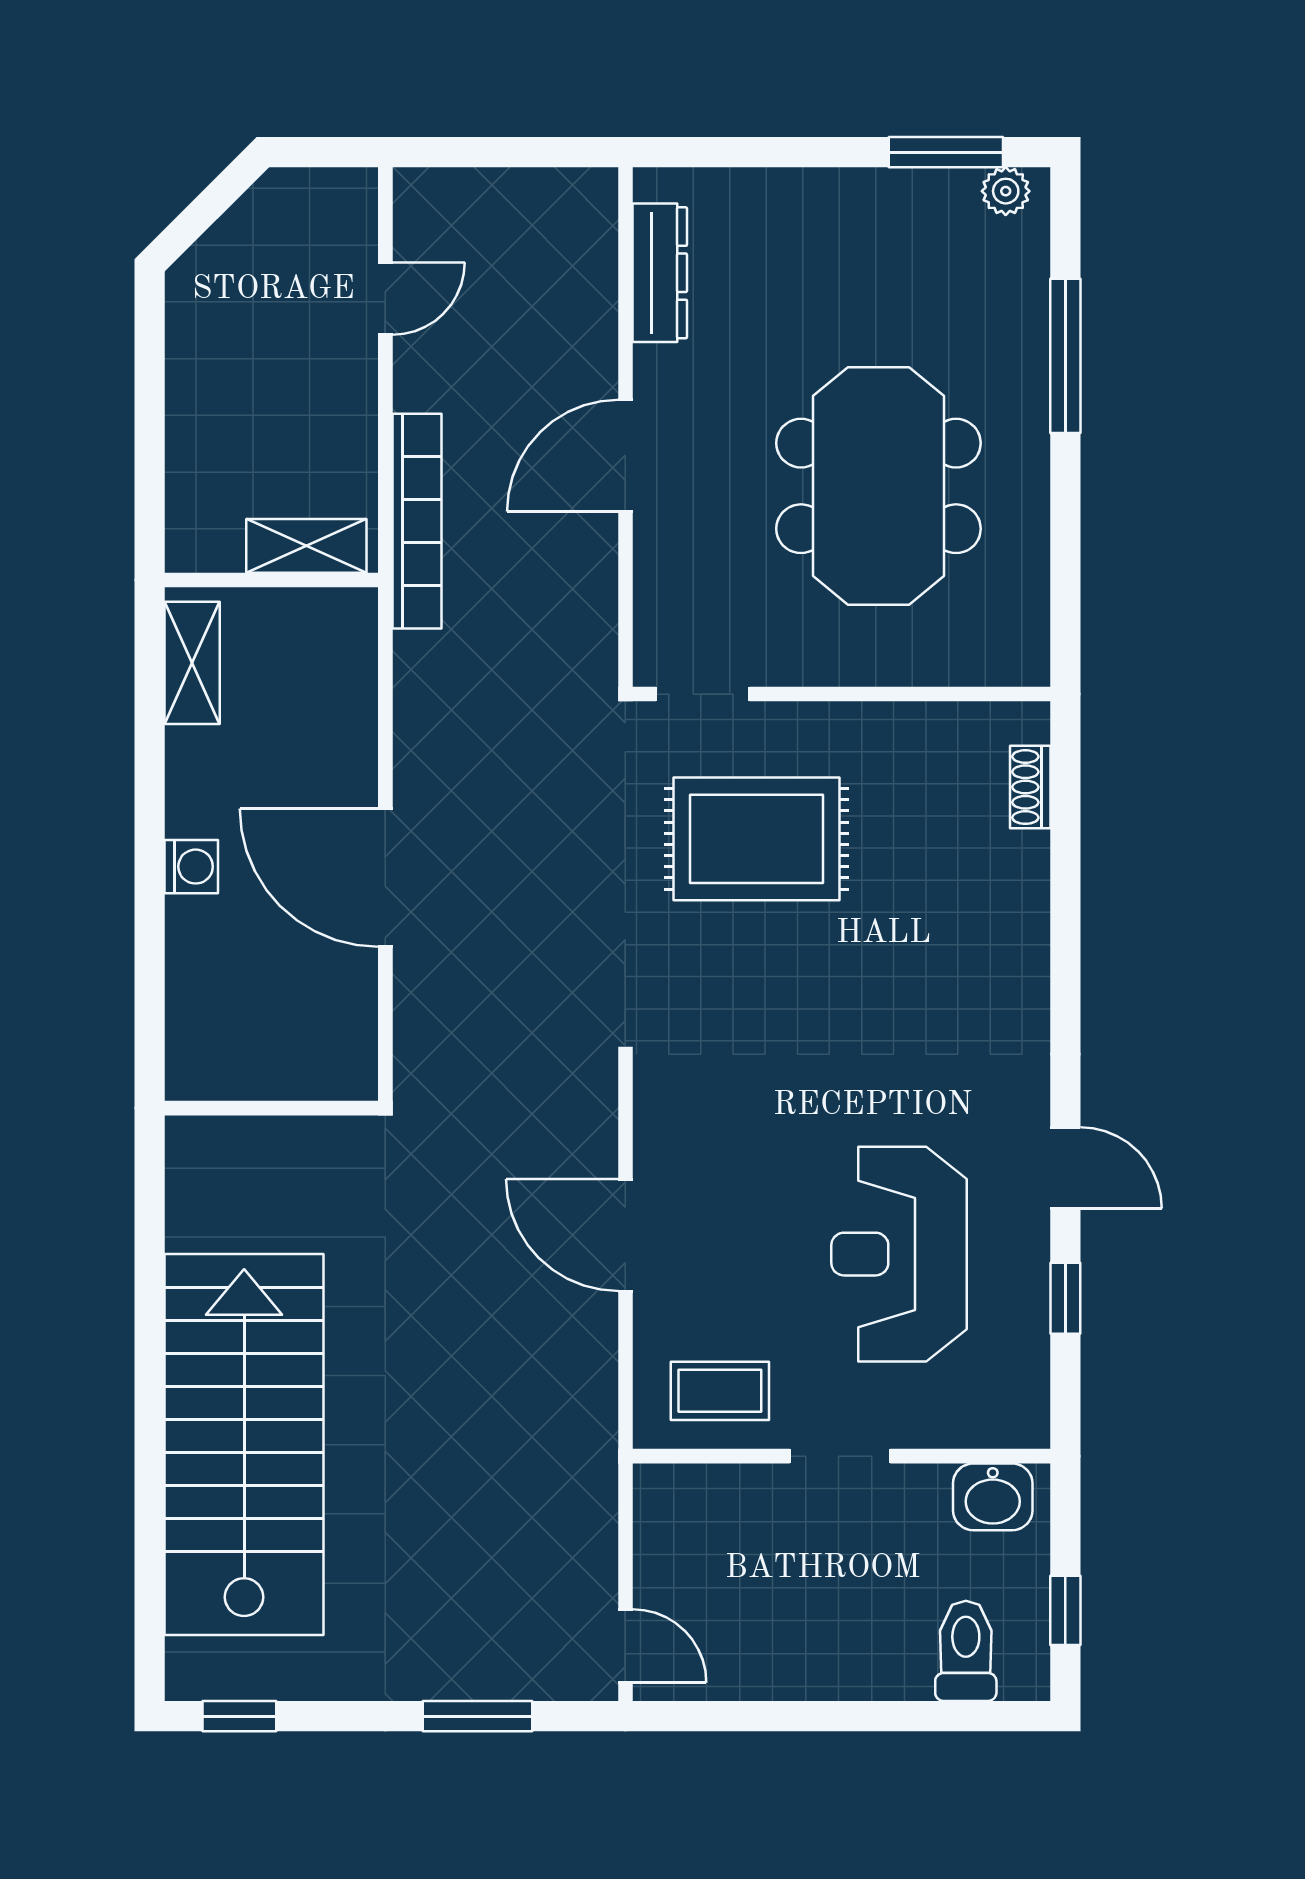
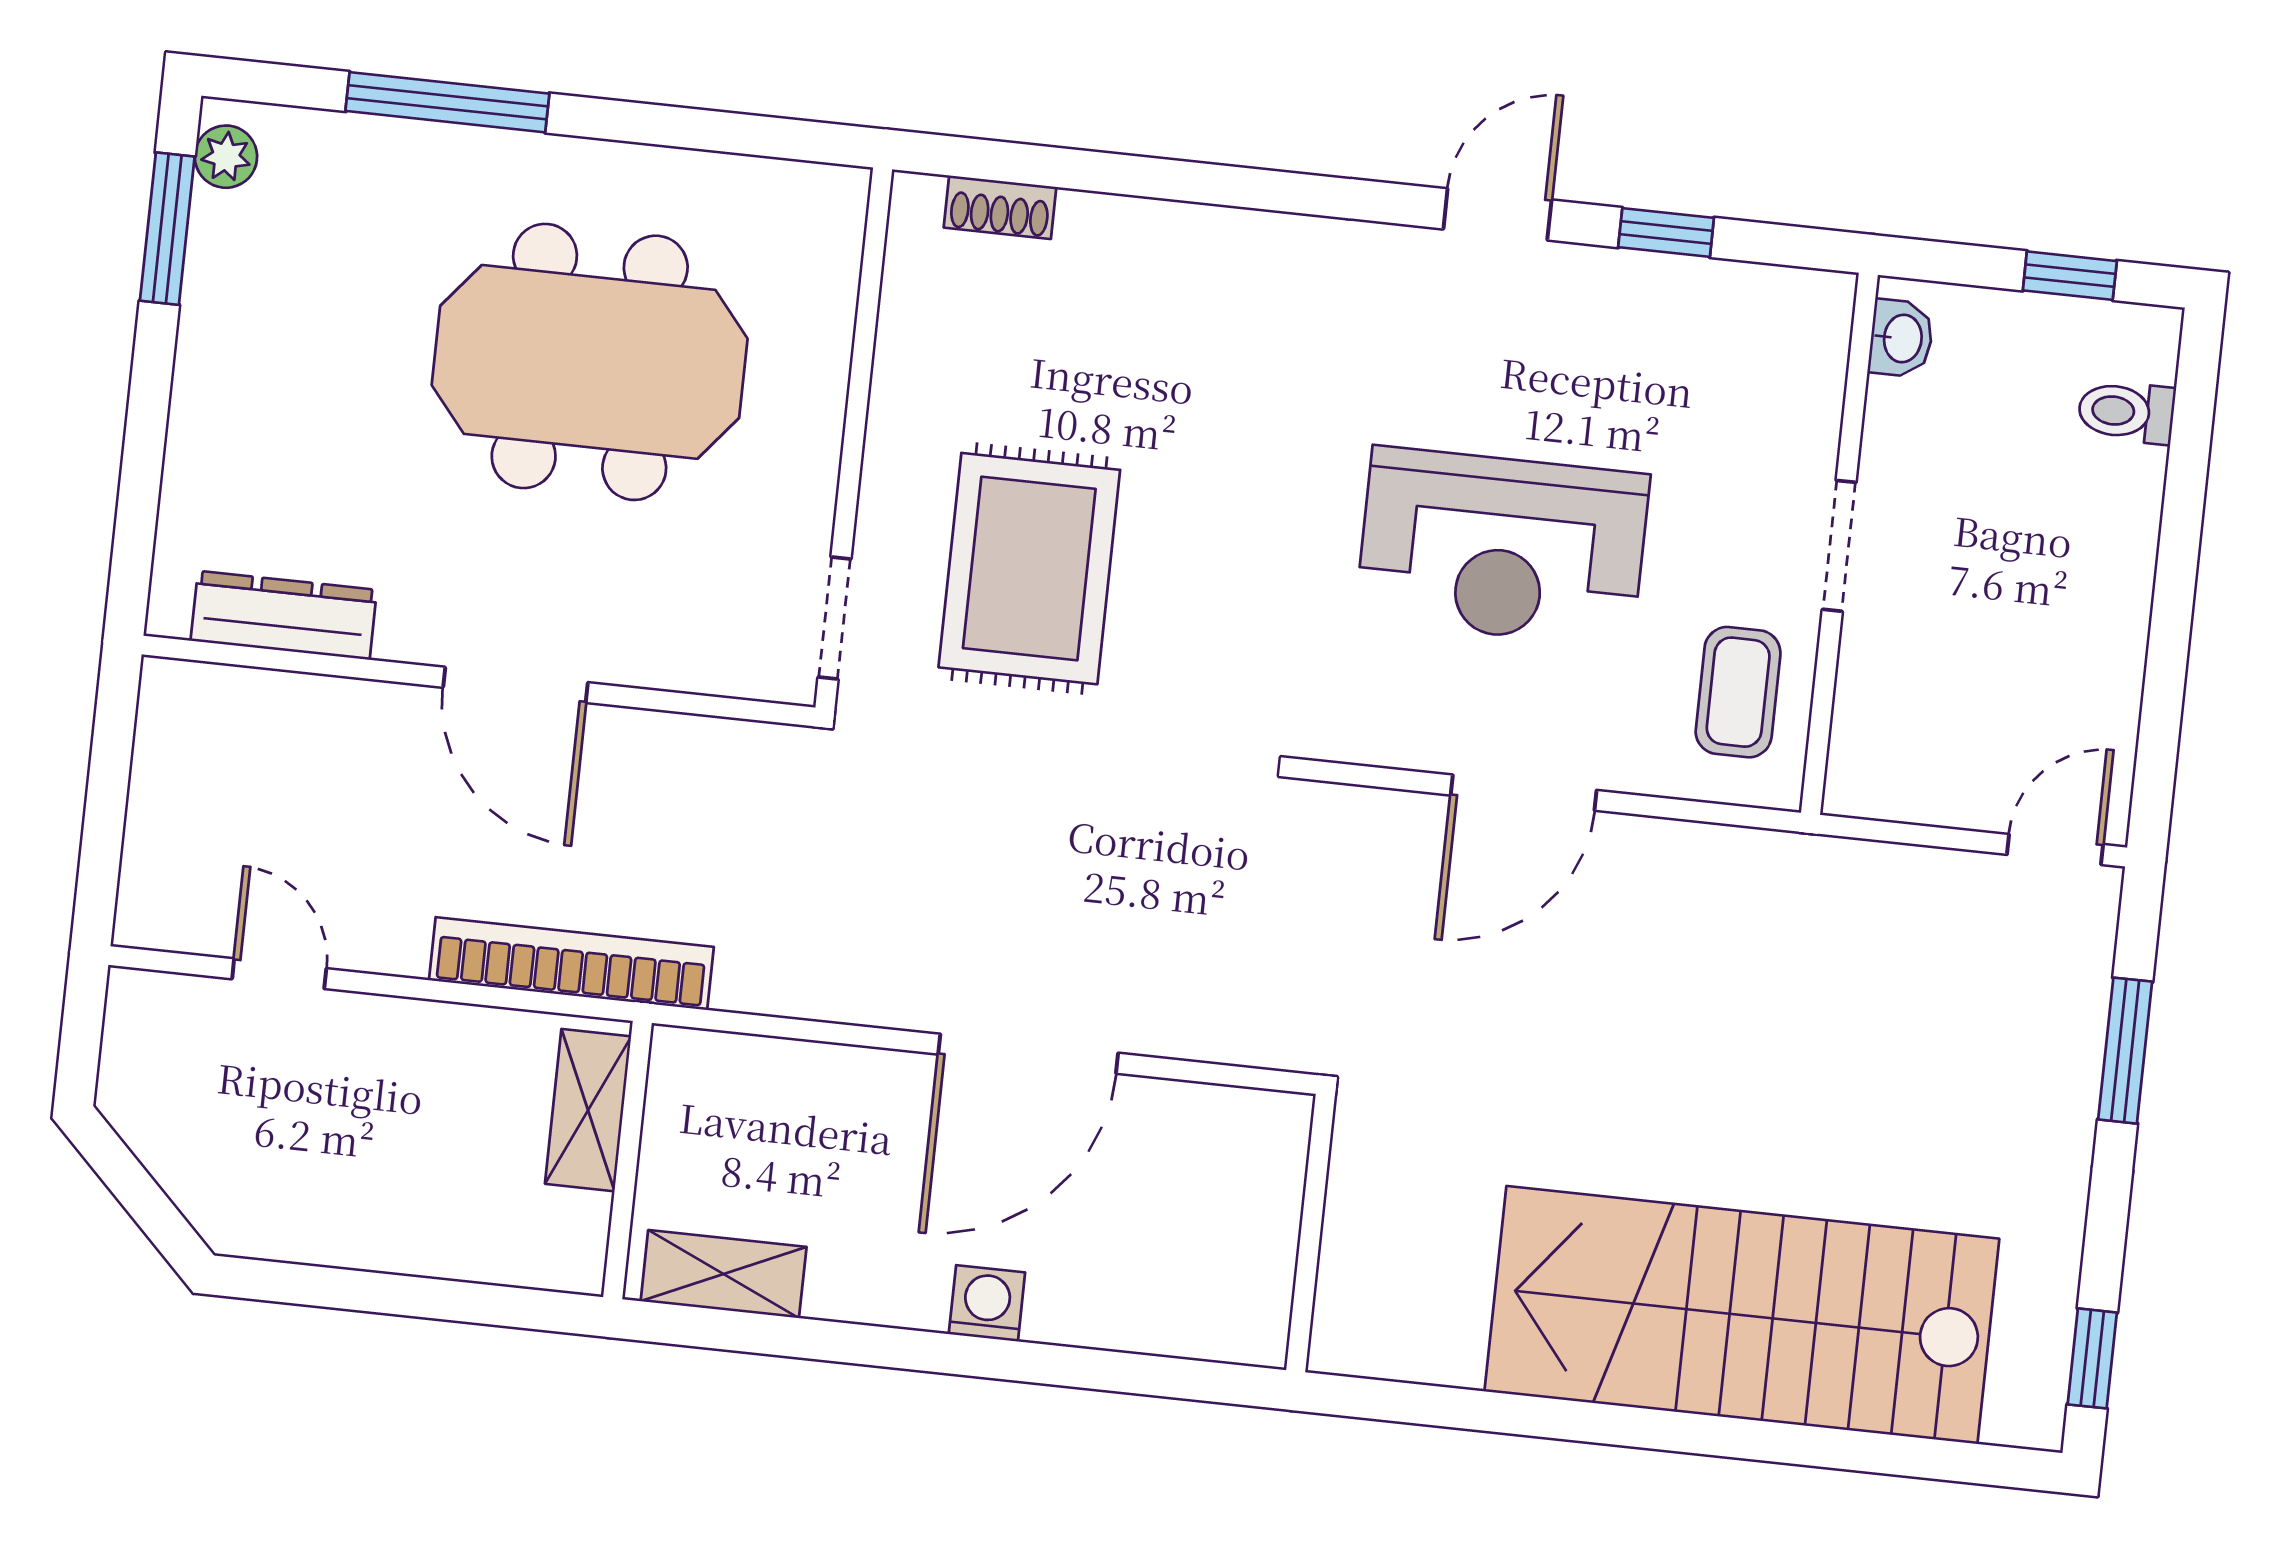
reception desk: (899, 1254) -> (1502, 547), moved
washbasin: (993, 1497) -> (1901, 338), width x0.72, depth x0.69
toilet: (966, 1651) -> (2126, 412), width x0.73, depth x0.72

